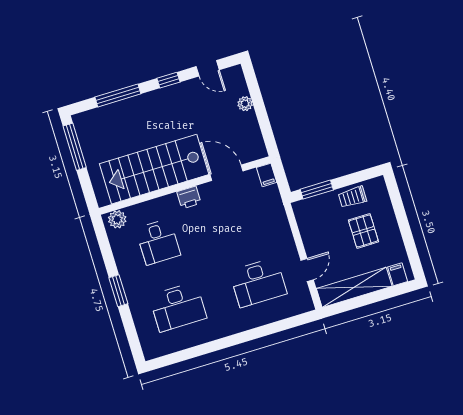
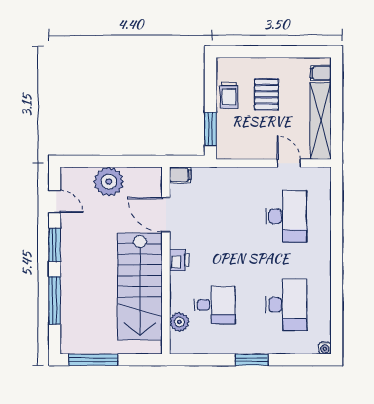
door: (208, 68) -> (55, 202), hinge flipped
window: (168, 80) -> (55, 245), width x1.50
plant: (245, 104) -> (109, 182), width x1.87, depth x1.87
door: (227, 173) -> (166, 215), hinge flipped
plant: (117, 219) -> (179, 322), moved
pallet: (363, 231) -> (266, 94), turned 90
water cooler: (149, 354) -> (325, 348), added

